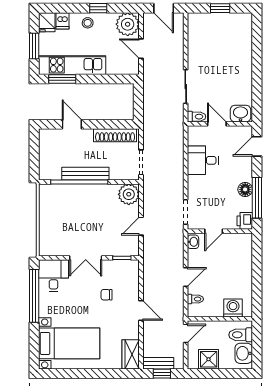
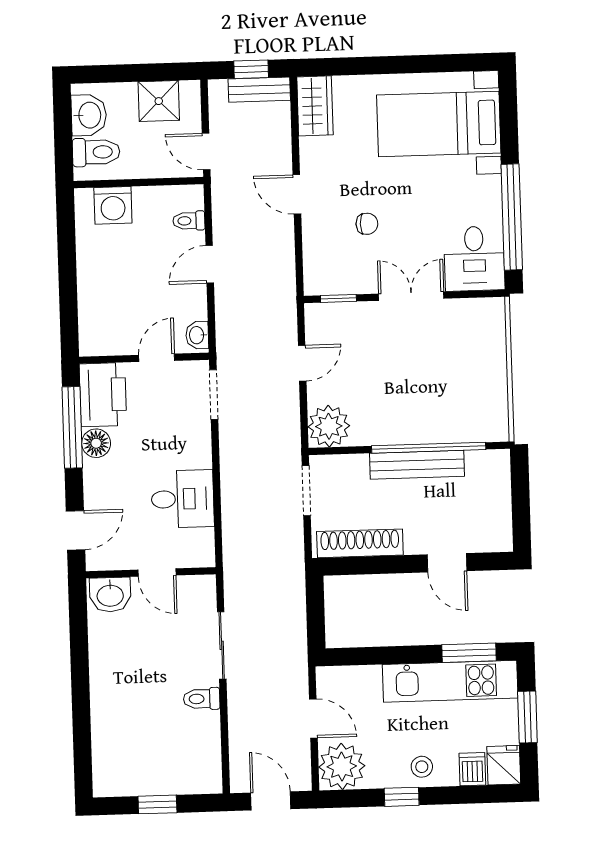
toilet: (196, 117) -> (202, 699), moved
printer: (245, 221) -> (103, 395), width x1.87, depth x1.48
door: (186, 333) -> (206, 152), hinge flipped

